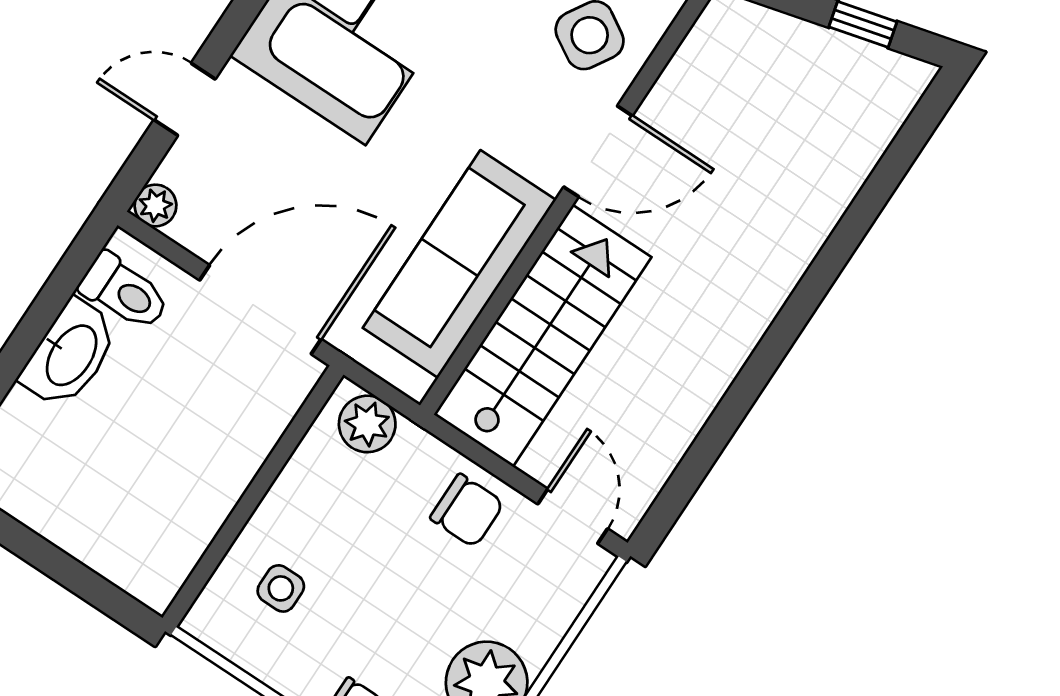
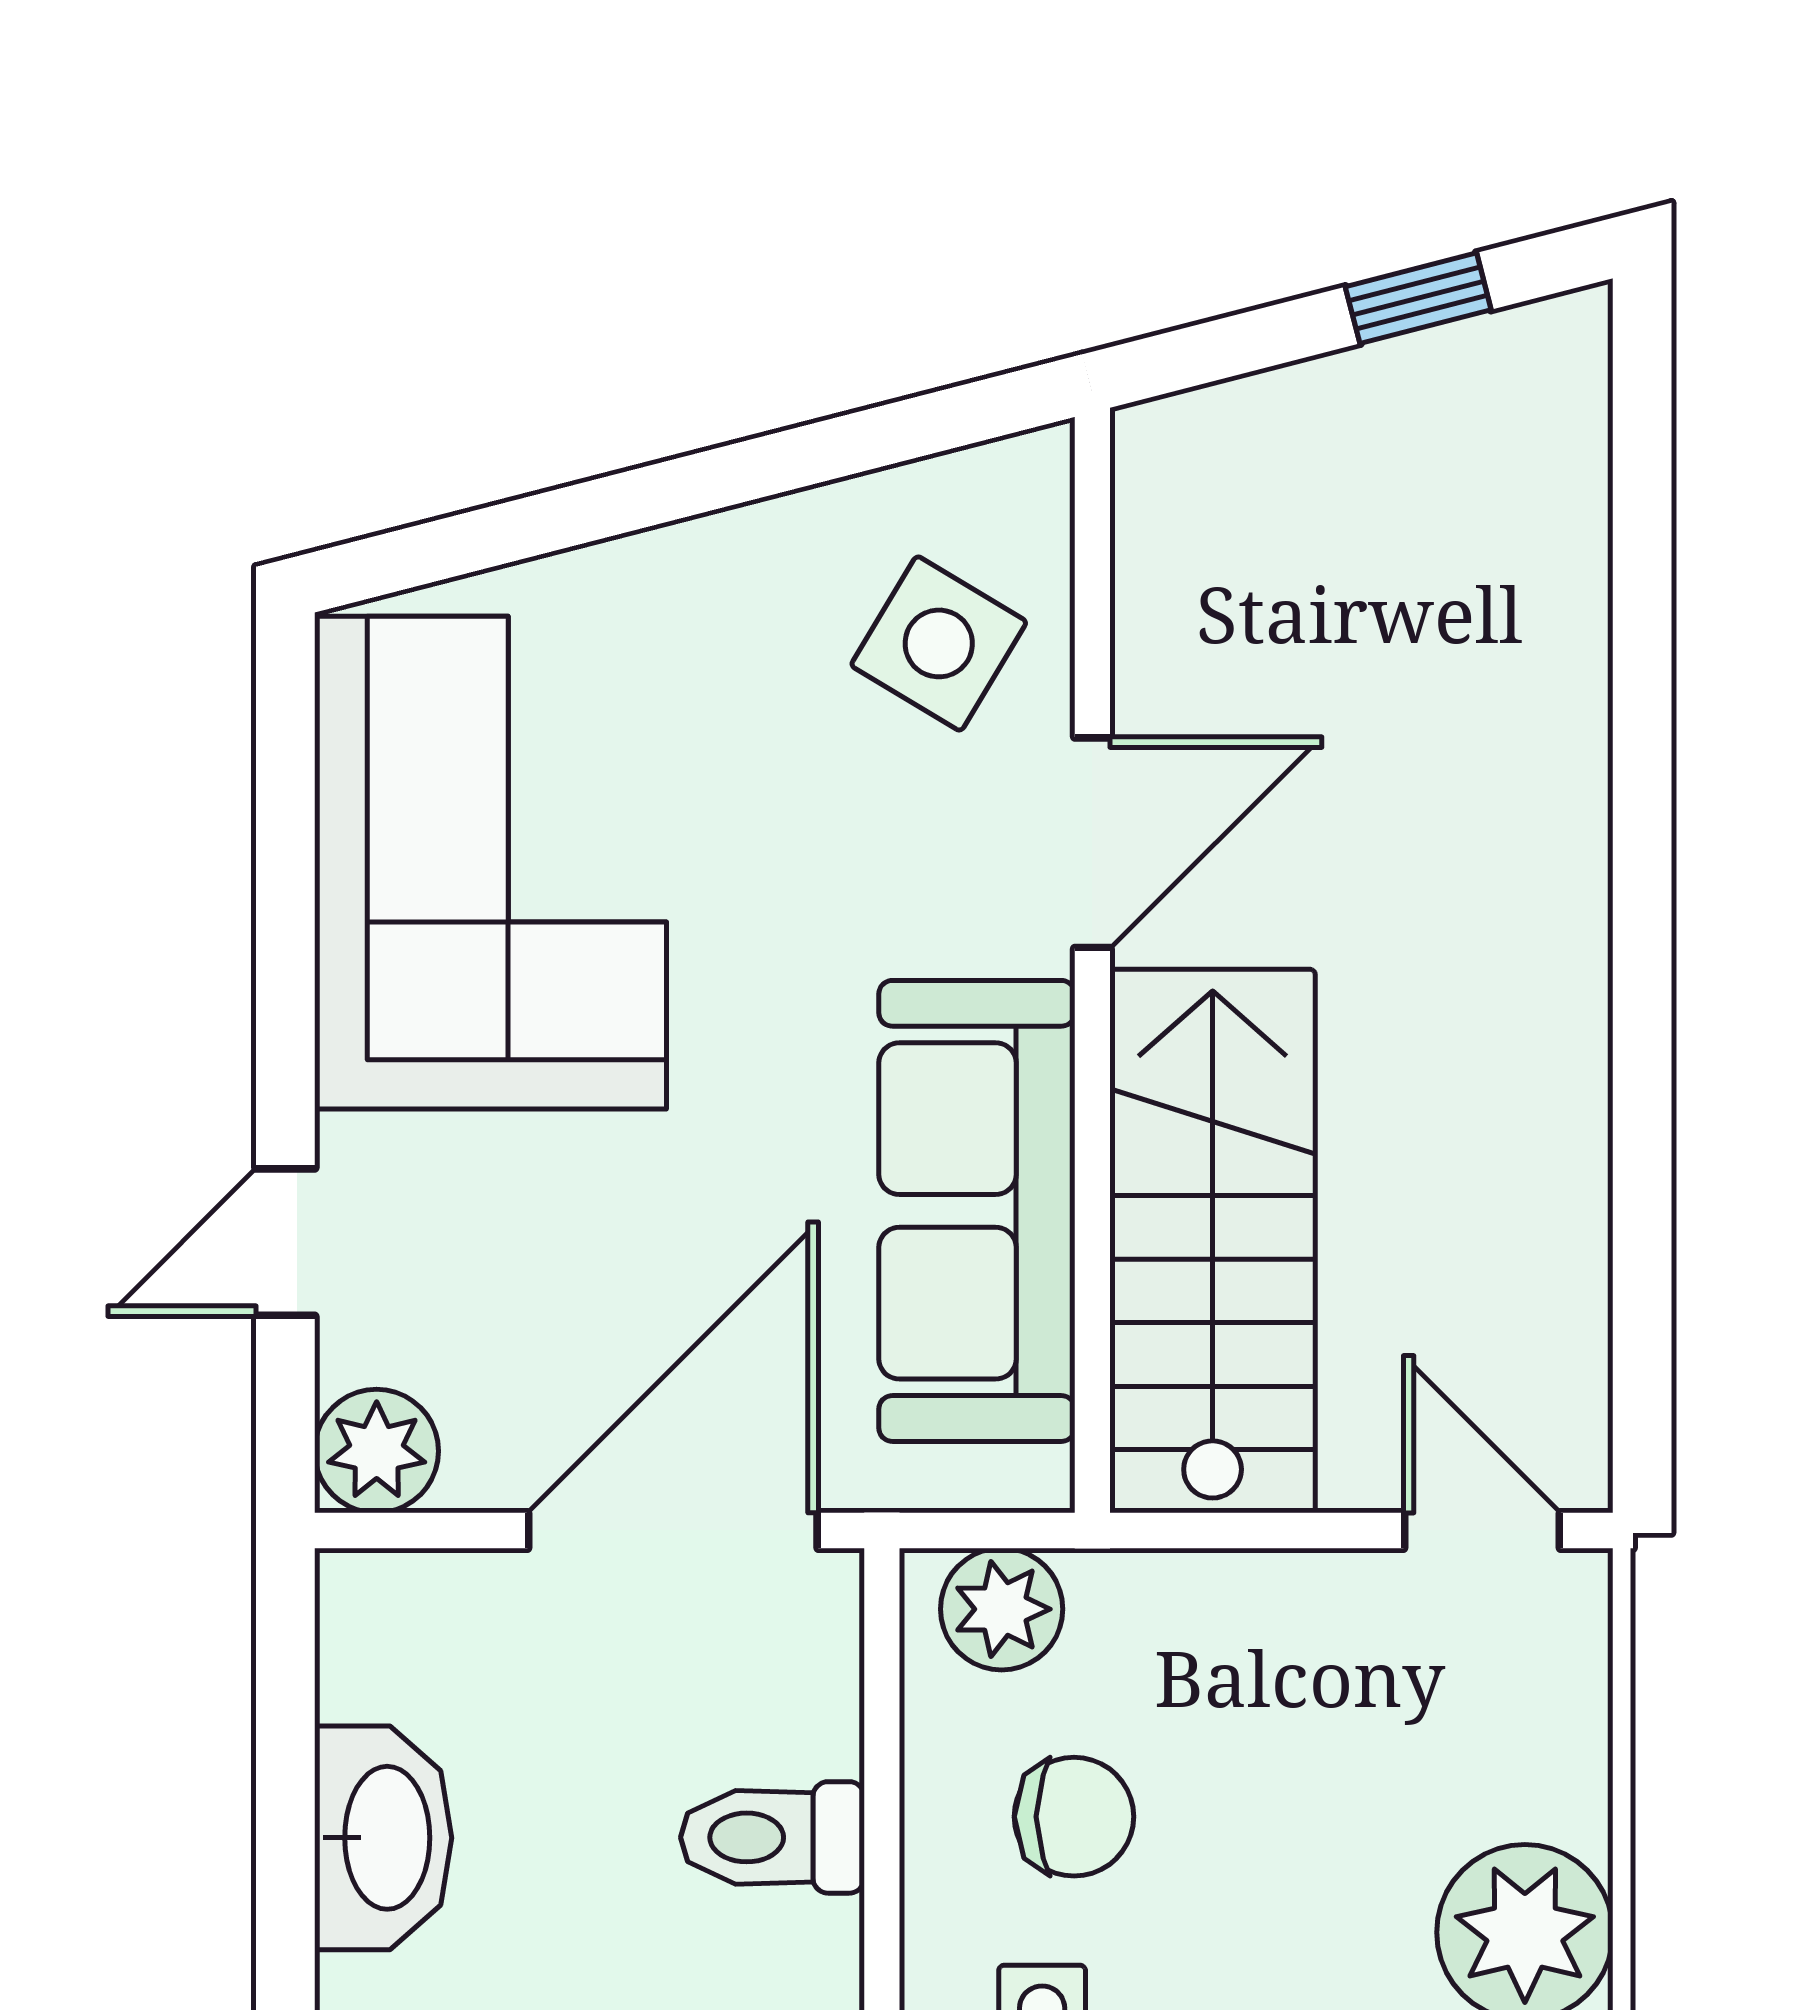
plant: (155, 205) -> (377, 1451), width x1.38, depth x1.38
toilet: (124, 292) -> (772, 1837), moved, turned 180
chair: (467, 511) -> (1074, 1817), moved

